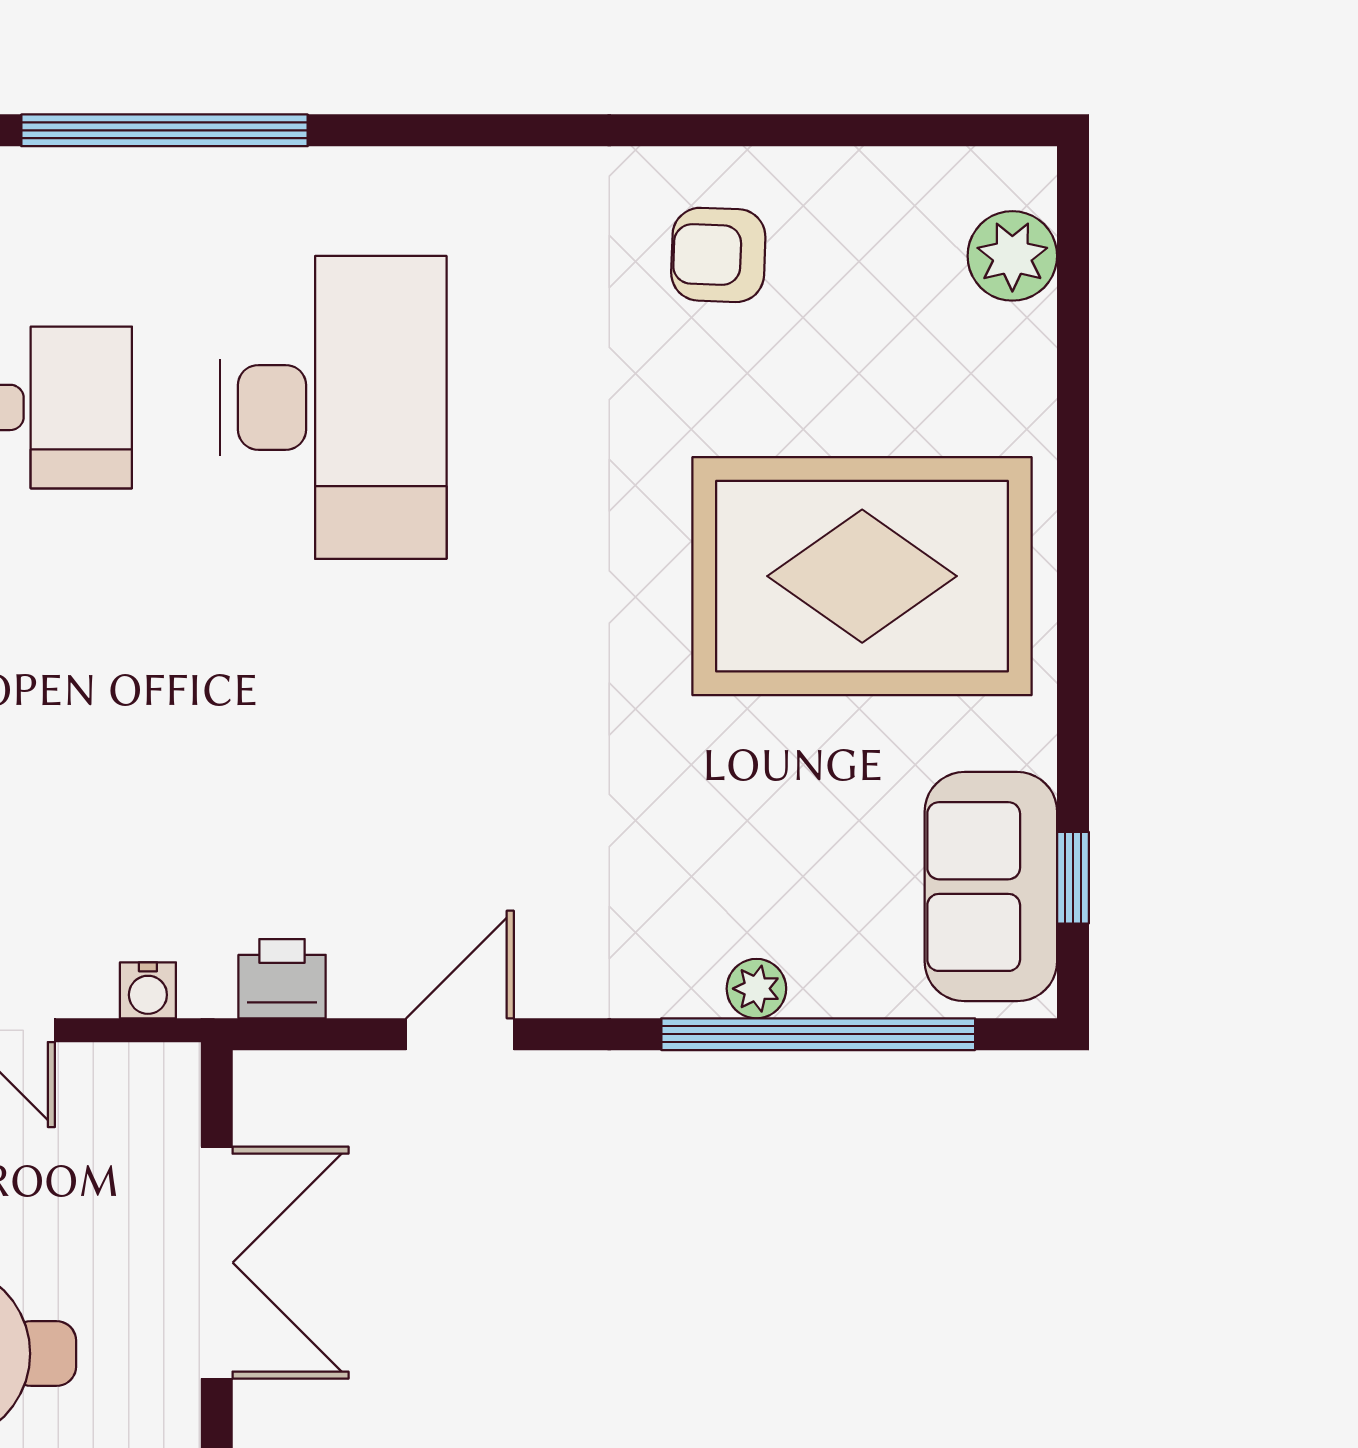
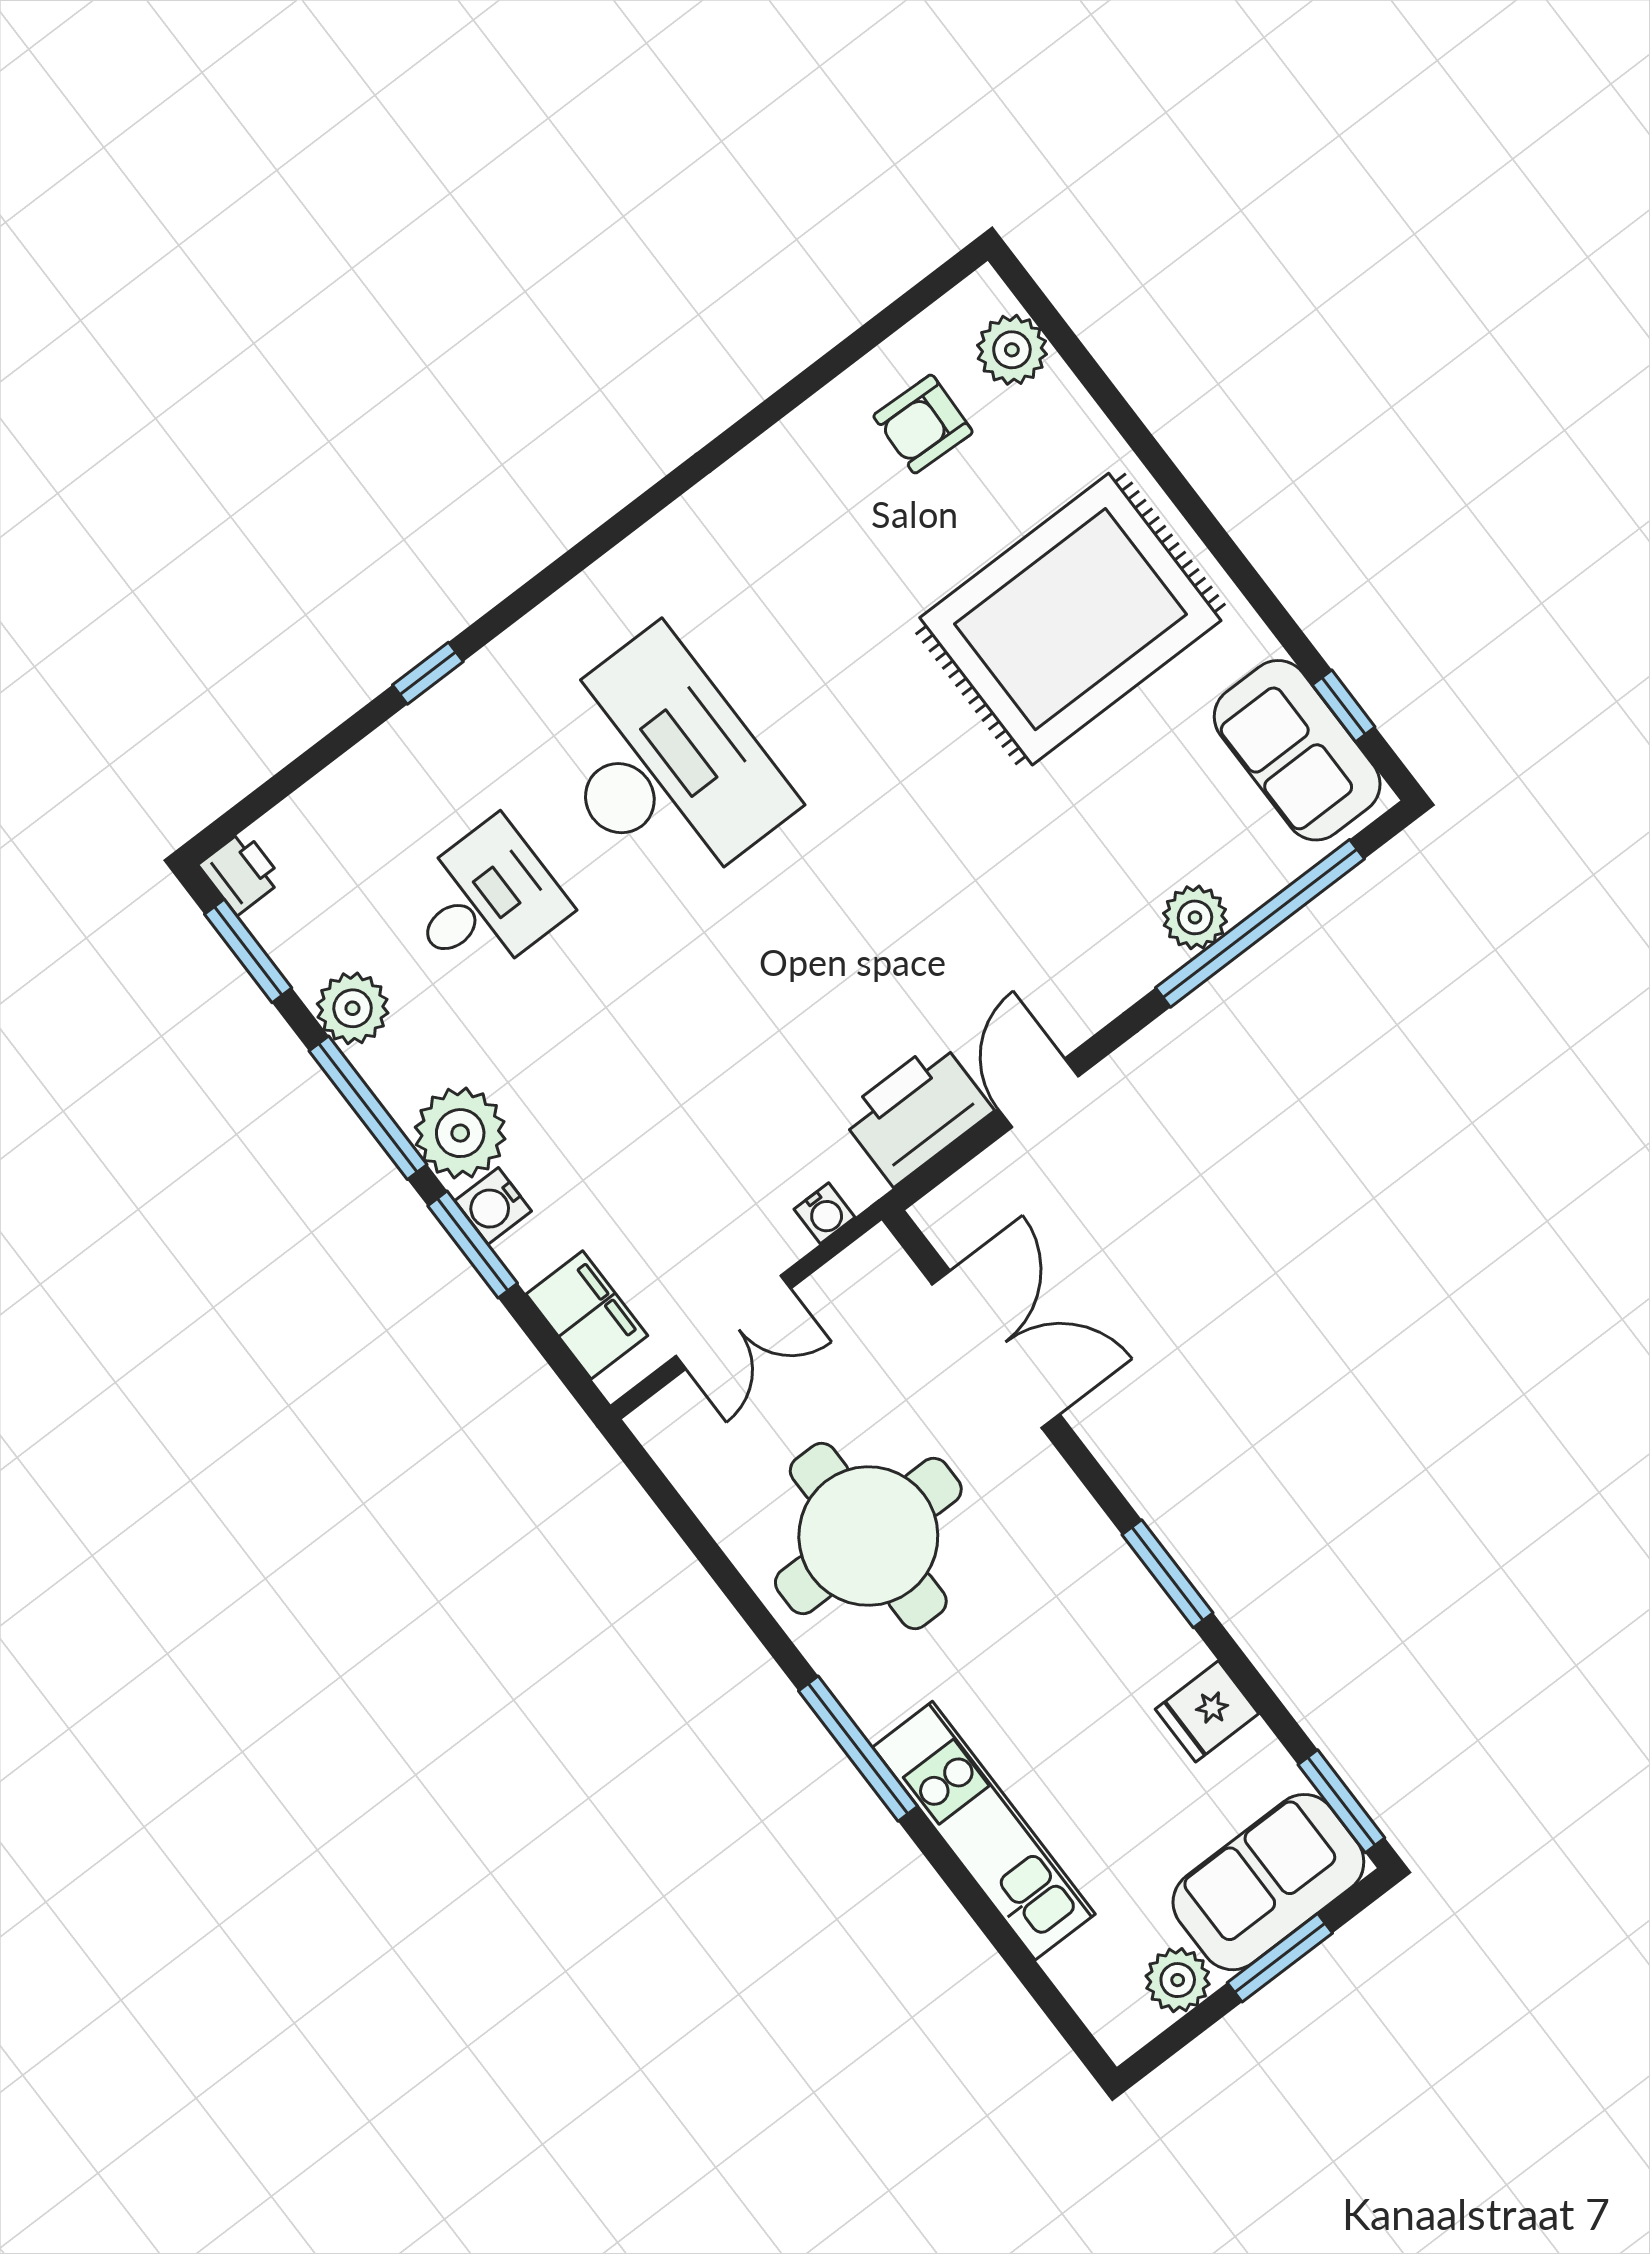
window: (165, 130) -> (428, 673), width x0.32
armchair: (718, 255) -> (923, 424), moved
printer: (282, 979) -> (917, 1113), width x1.87, depth x1.48
plant: (756, 989) -> (1195, 917), width x1.38, depth x1.38

